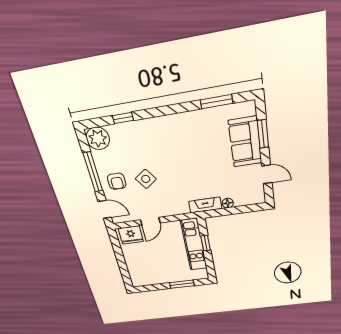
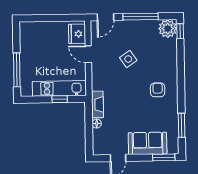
window: (123, 118) -> (180, 31), moved
window: (263, 134) -> (164, 157), moved
armchair: (117, 181) -> (158, 90), moved, turned 90
window: (182, 284) -> (17, 70), width x1.44

